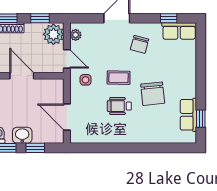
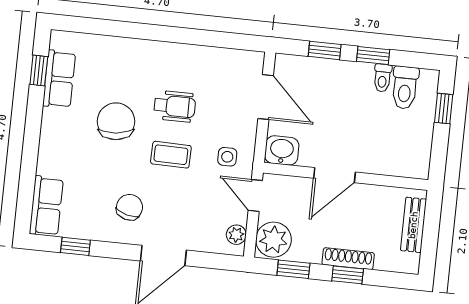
row of seats: (179, 31) -> (46, 206), moved, turned 90
door: (22, 76) -> (335, 175), hinge flipped
washbasin: (22, 135) -> (282, 150), moved, turned 180

